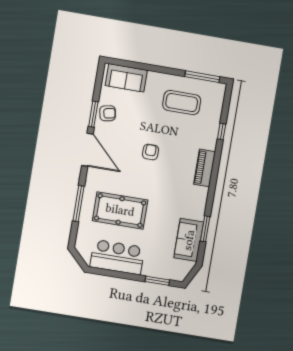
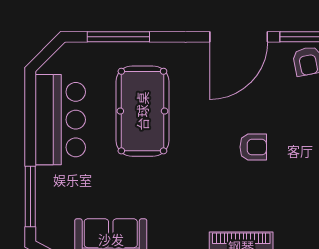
window: (79, 203) -> (118, 37), moved
window: (157, 281) -> (30, 196), width x1.44

